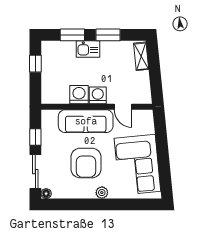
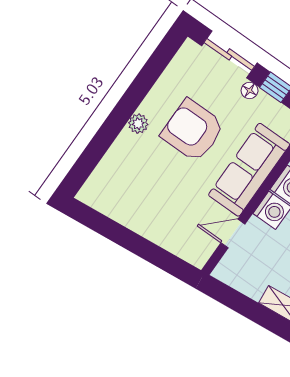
corner sofa: (137, 165) -> (141, 198), removed
floor lamp: (46, 194) -> (250, 90), moved

